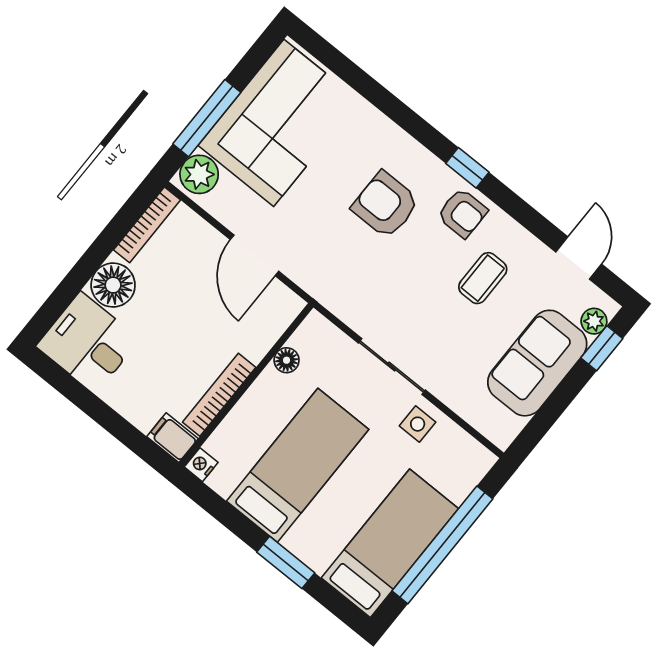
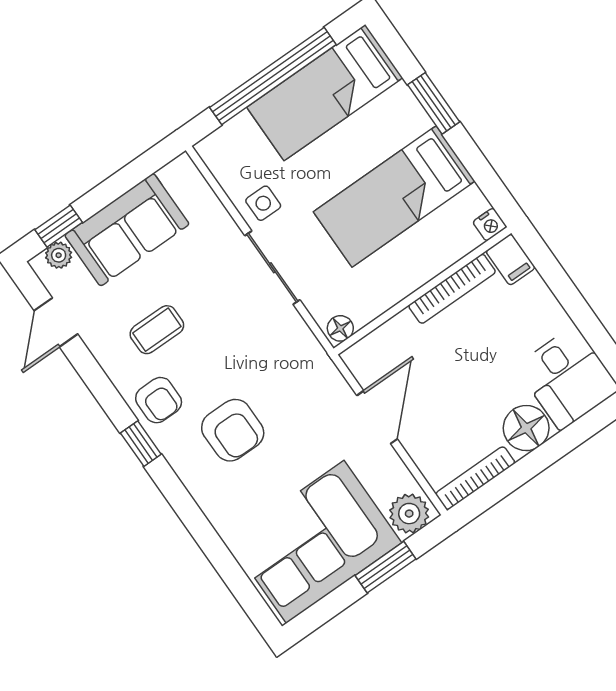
window: (207, 118) -> (385, 567), width x0.69
armchair: (462, 213) -> (159, 400), turned 180
floor lamp: (287, 360) -> (340, 328), moved

